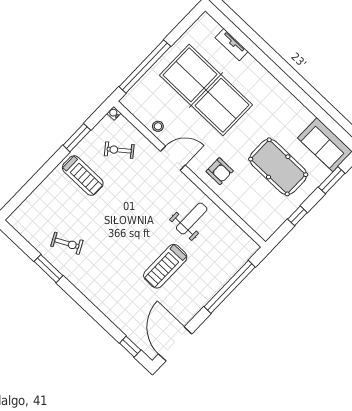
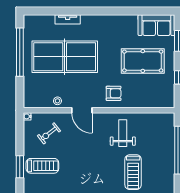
tv unit: (232, 45) -> (68, 19), moved
window: (145, 67) -> (20, 52), moved
window: (77, 138) -> (20, 167), moved
door: (173, 158) -> (82, 110), swing flipped

